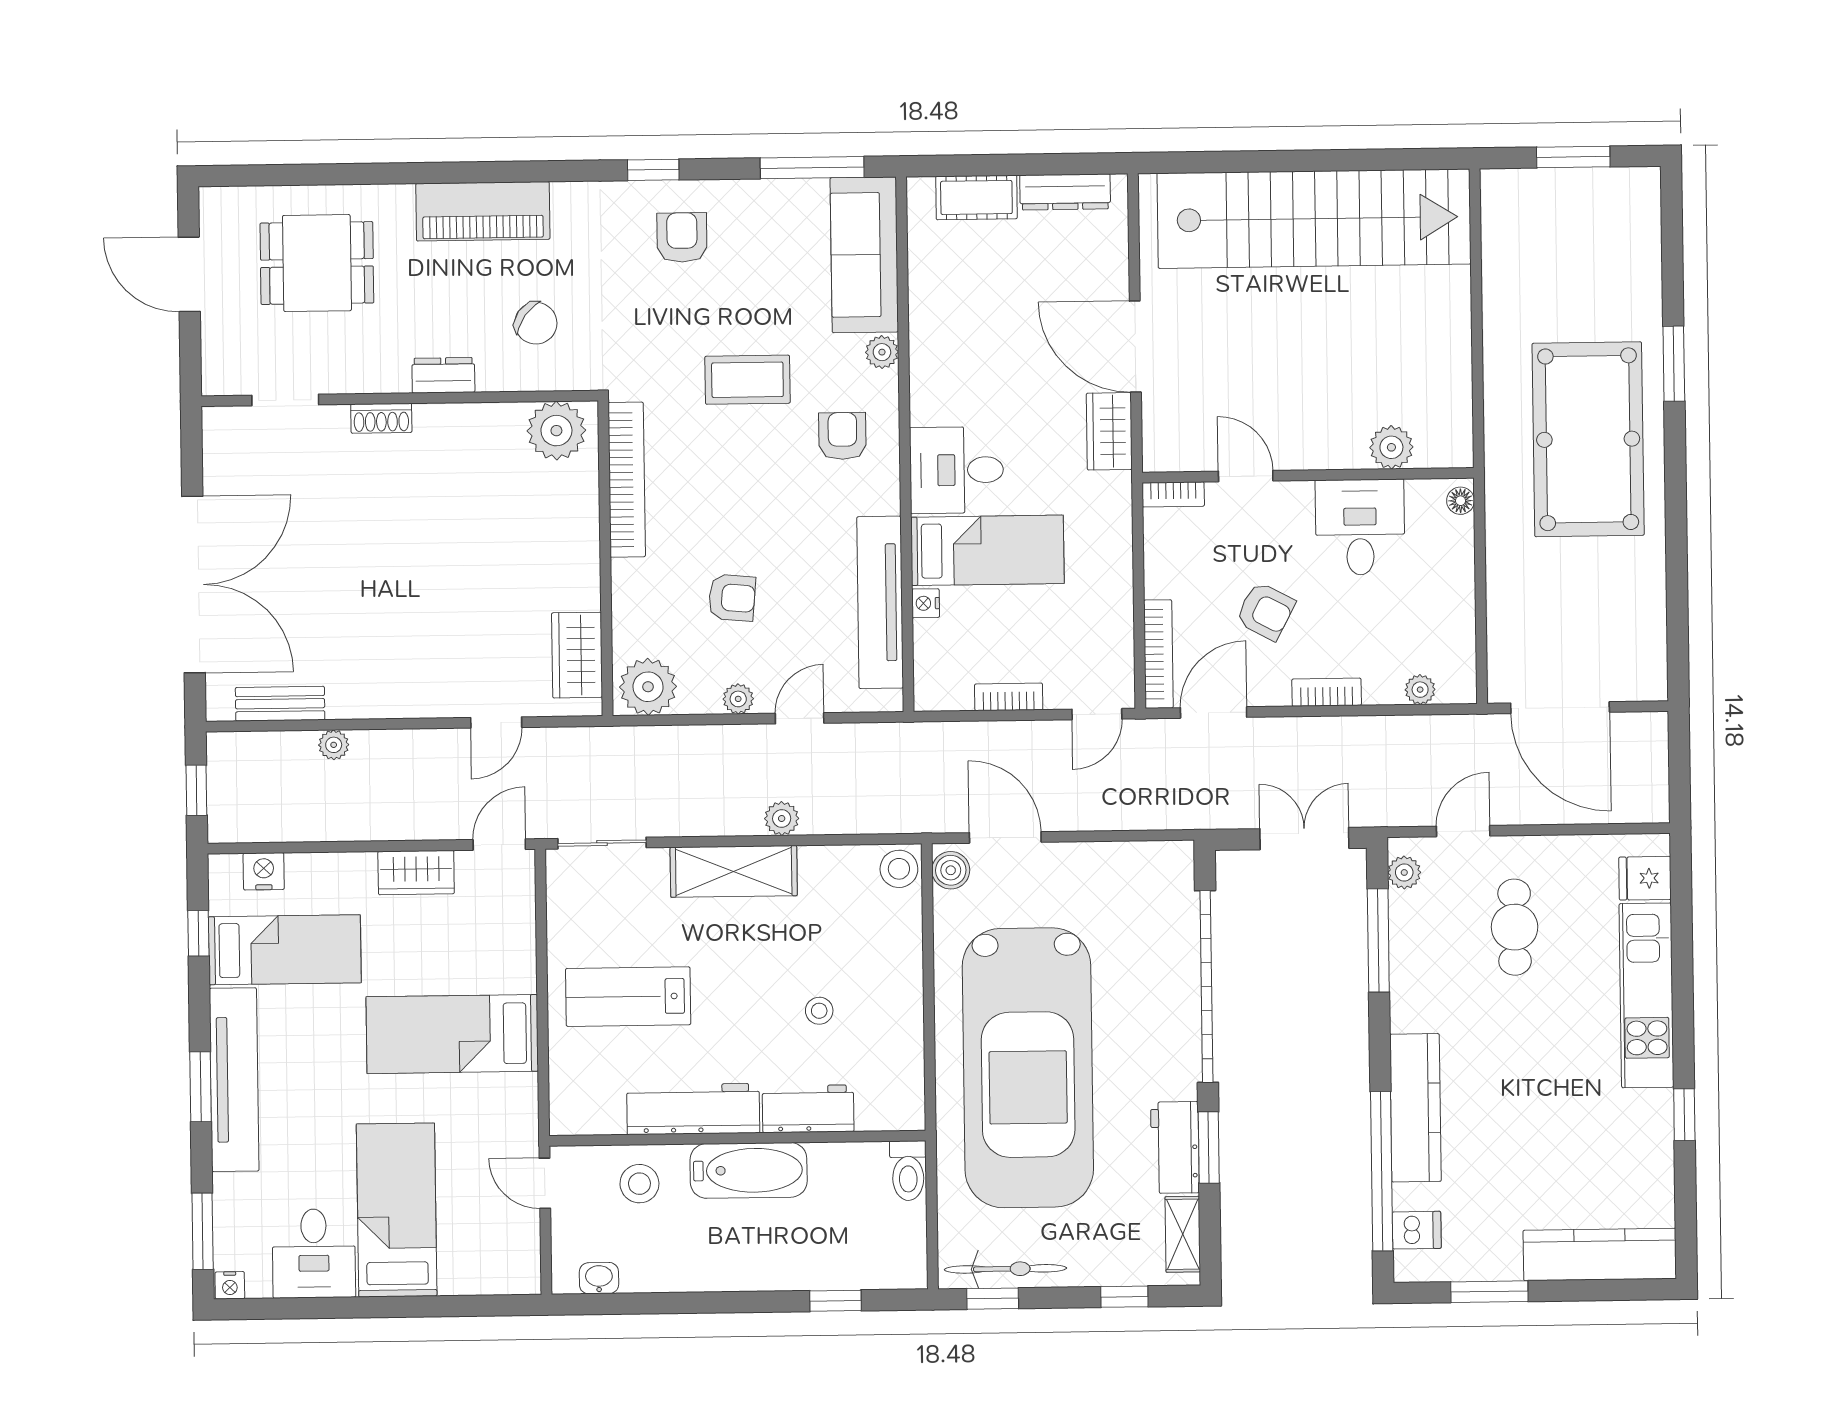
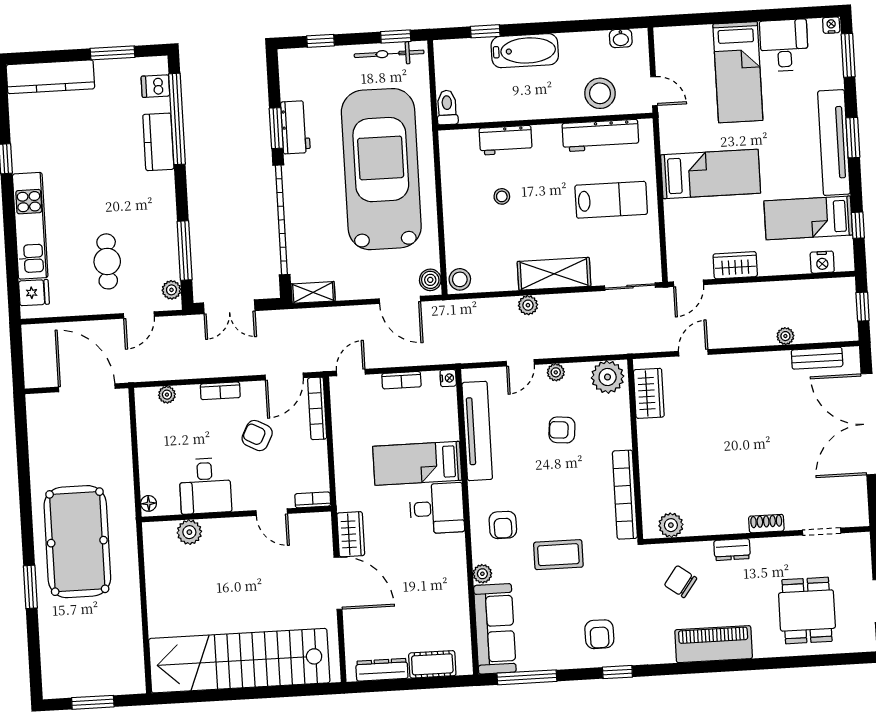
dining table: (317, 263) -> (807, 611), turned 90
plant: (556, 431) -> (671, 525), width x0.73, depth x0.73
nightstand: (926, 603) -> (448, 378), moved
kitchen counter: (1416, 1108) -> (158, 142), width x0.67
workbench: (693, 1109) -> (600, 136), moved
bathtub: (749, 1170) -> (525, 51), moved, turned 180
stool: (639, 1184) -> (600, 93), width x1.38, depth x1.38
shelving: (1183, 1234) -> (313, 292), moved, turned 90

